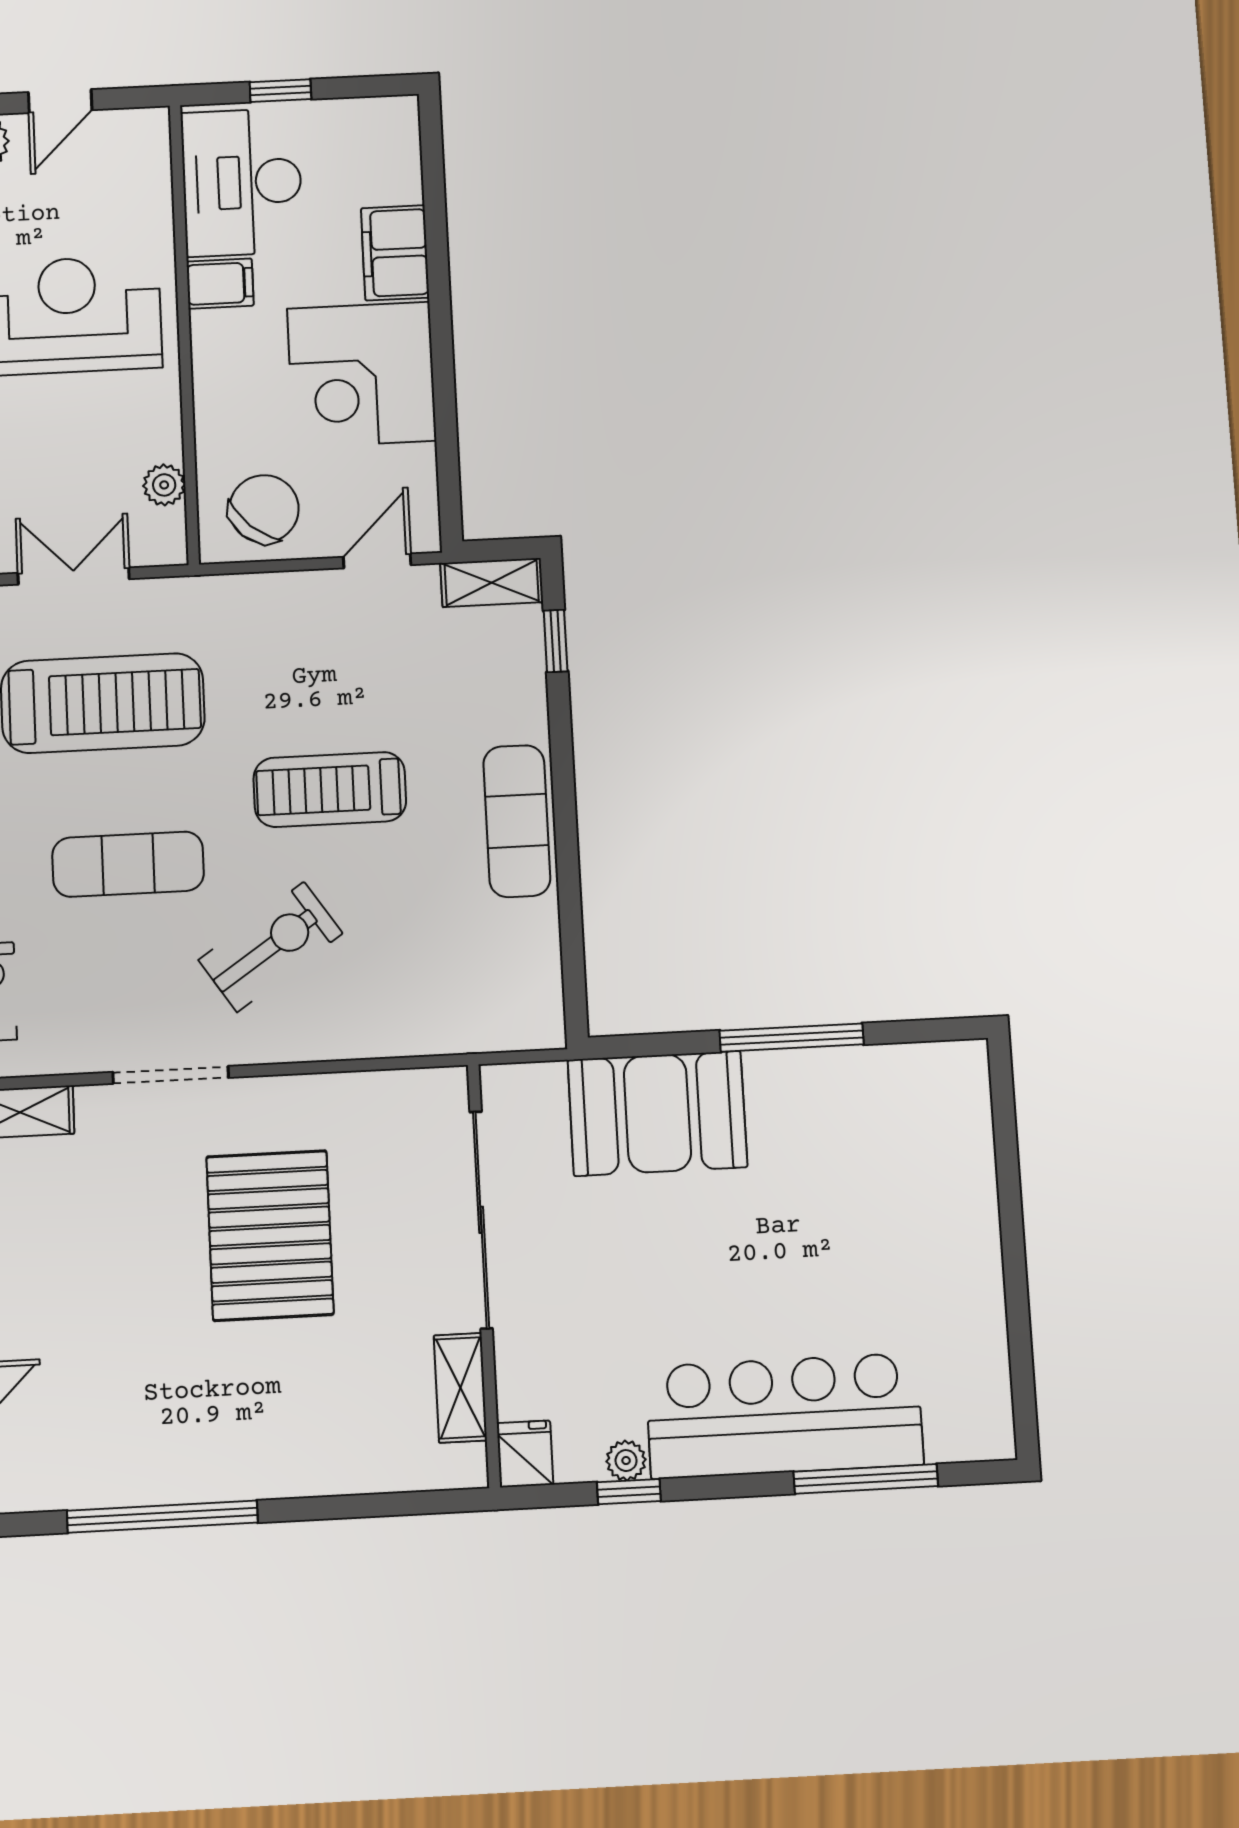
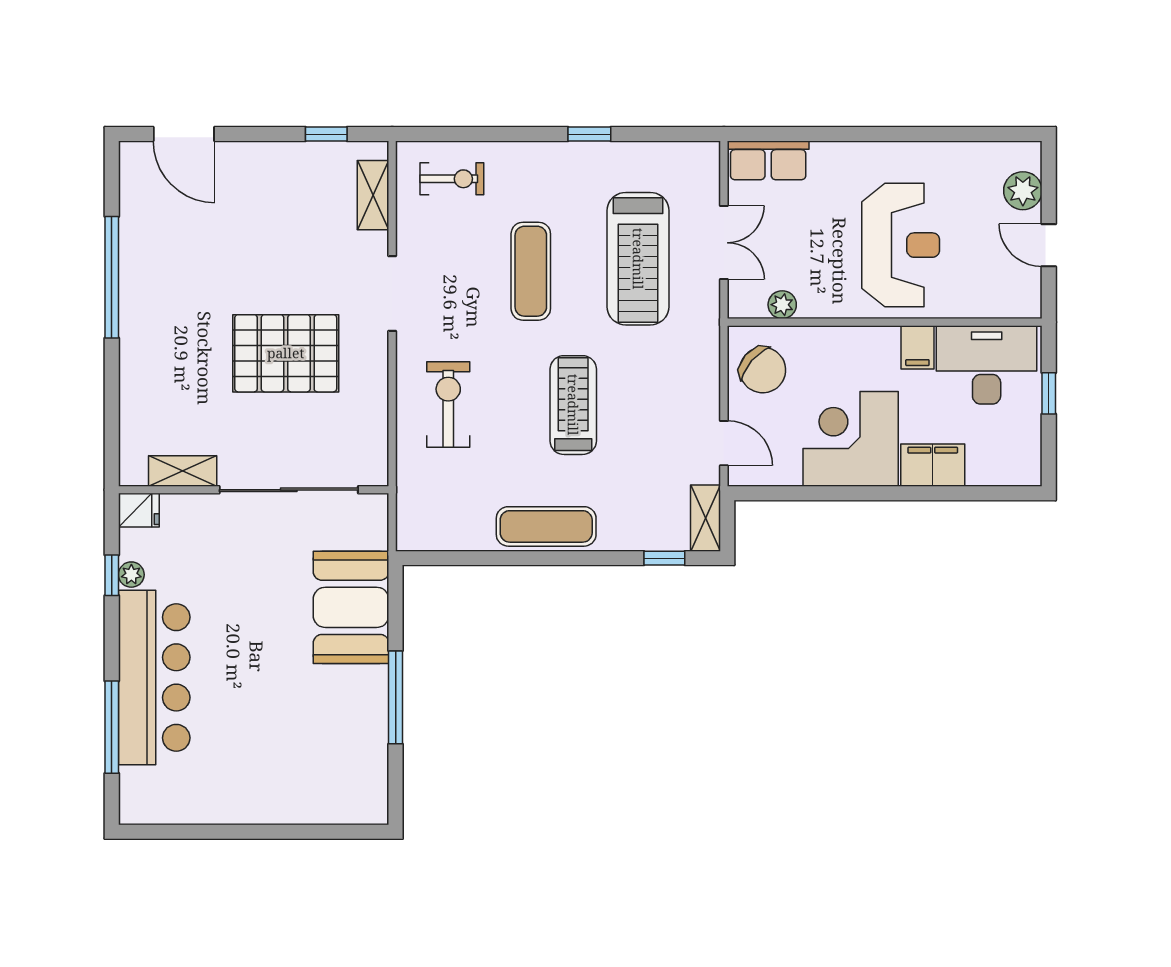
exercise bike: (271, 947) -> (448, 405), moved, turned -146

